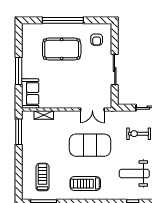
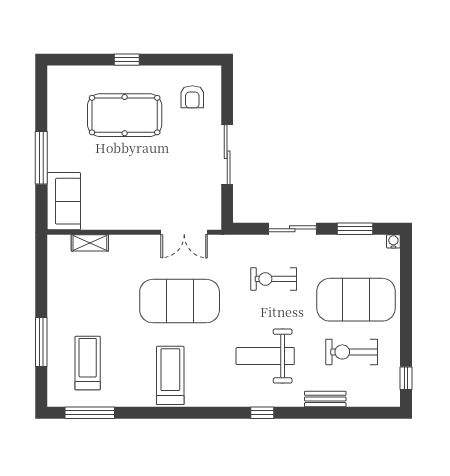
window: (63, 20) -> (127, 60), width x0.32
window: (19, 132) -> (41, 342), moved
treadmill: (85, 184) -> (170, 375), turned 90

